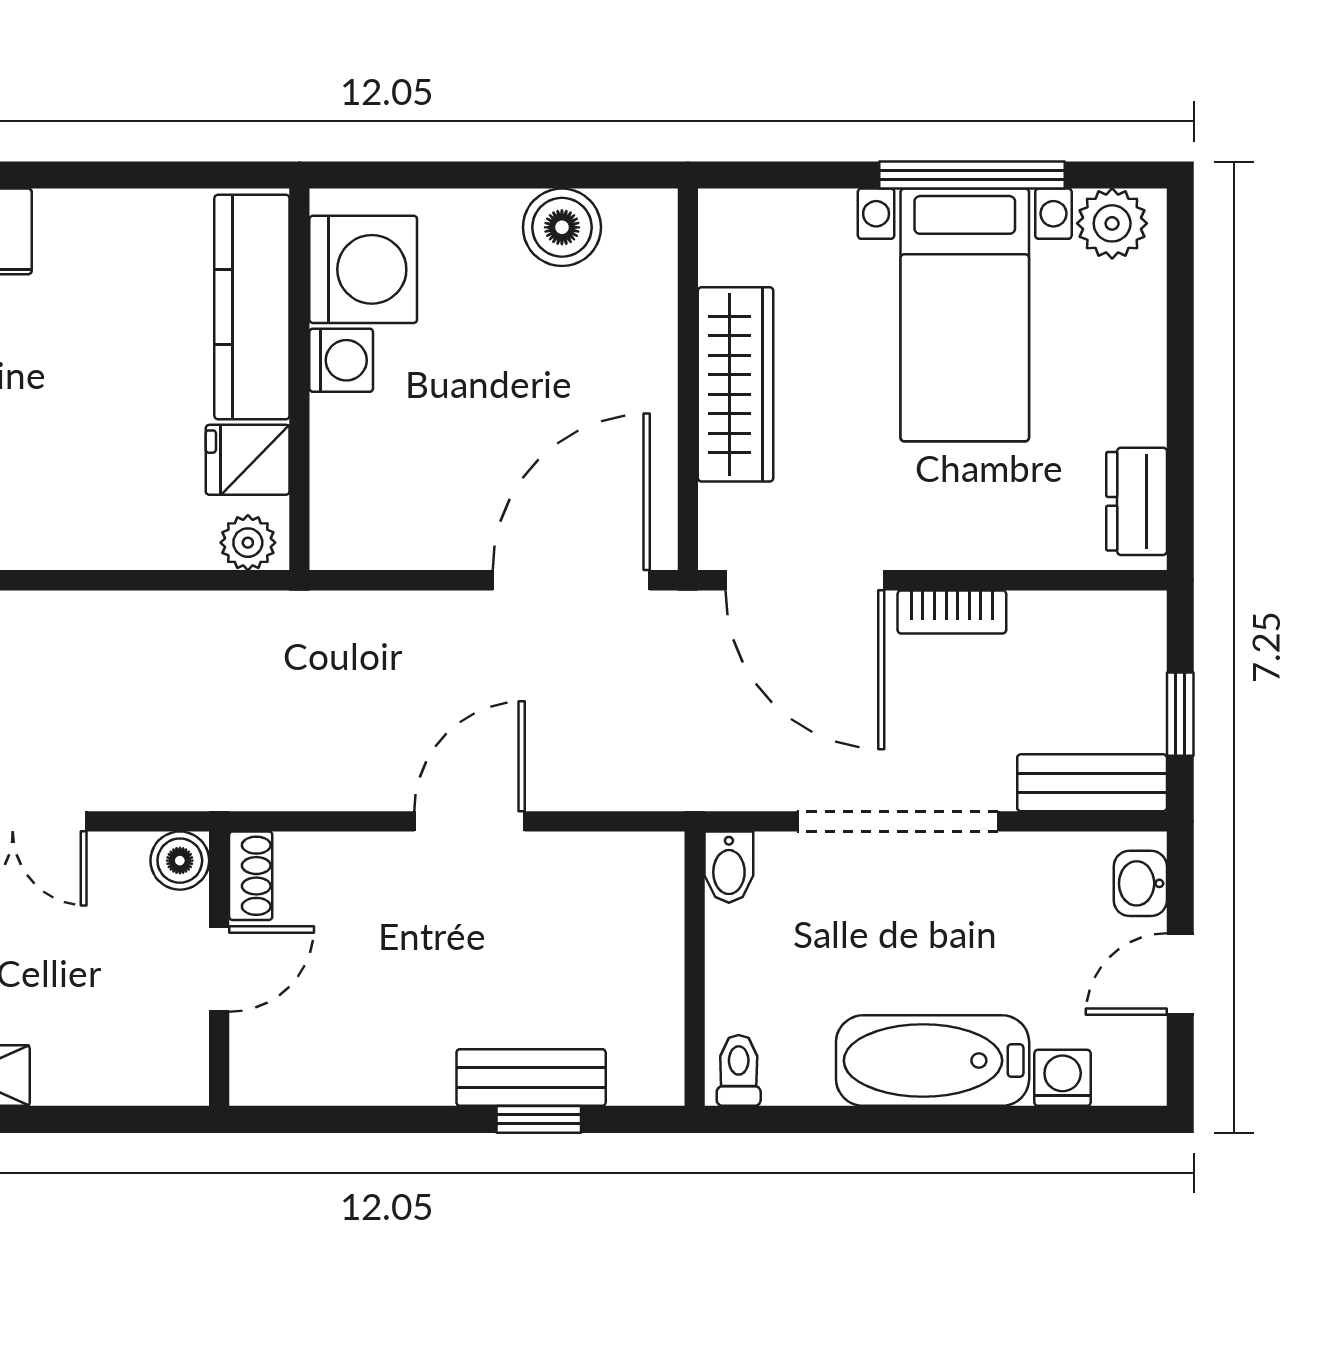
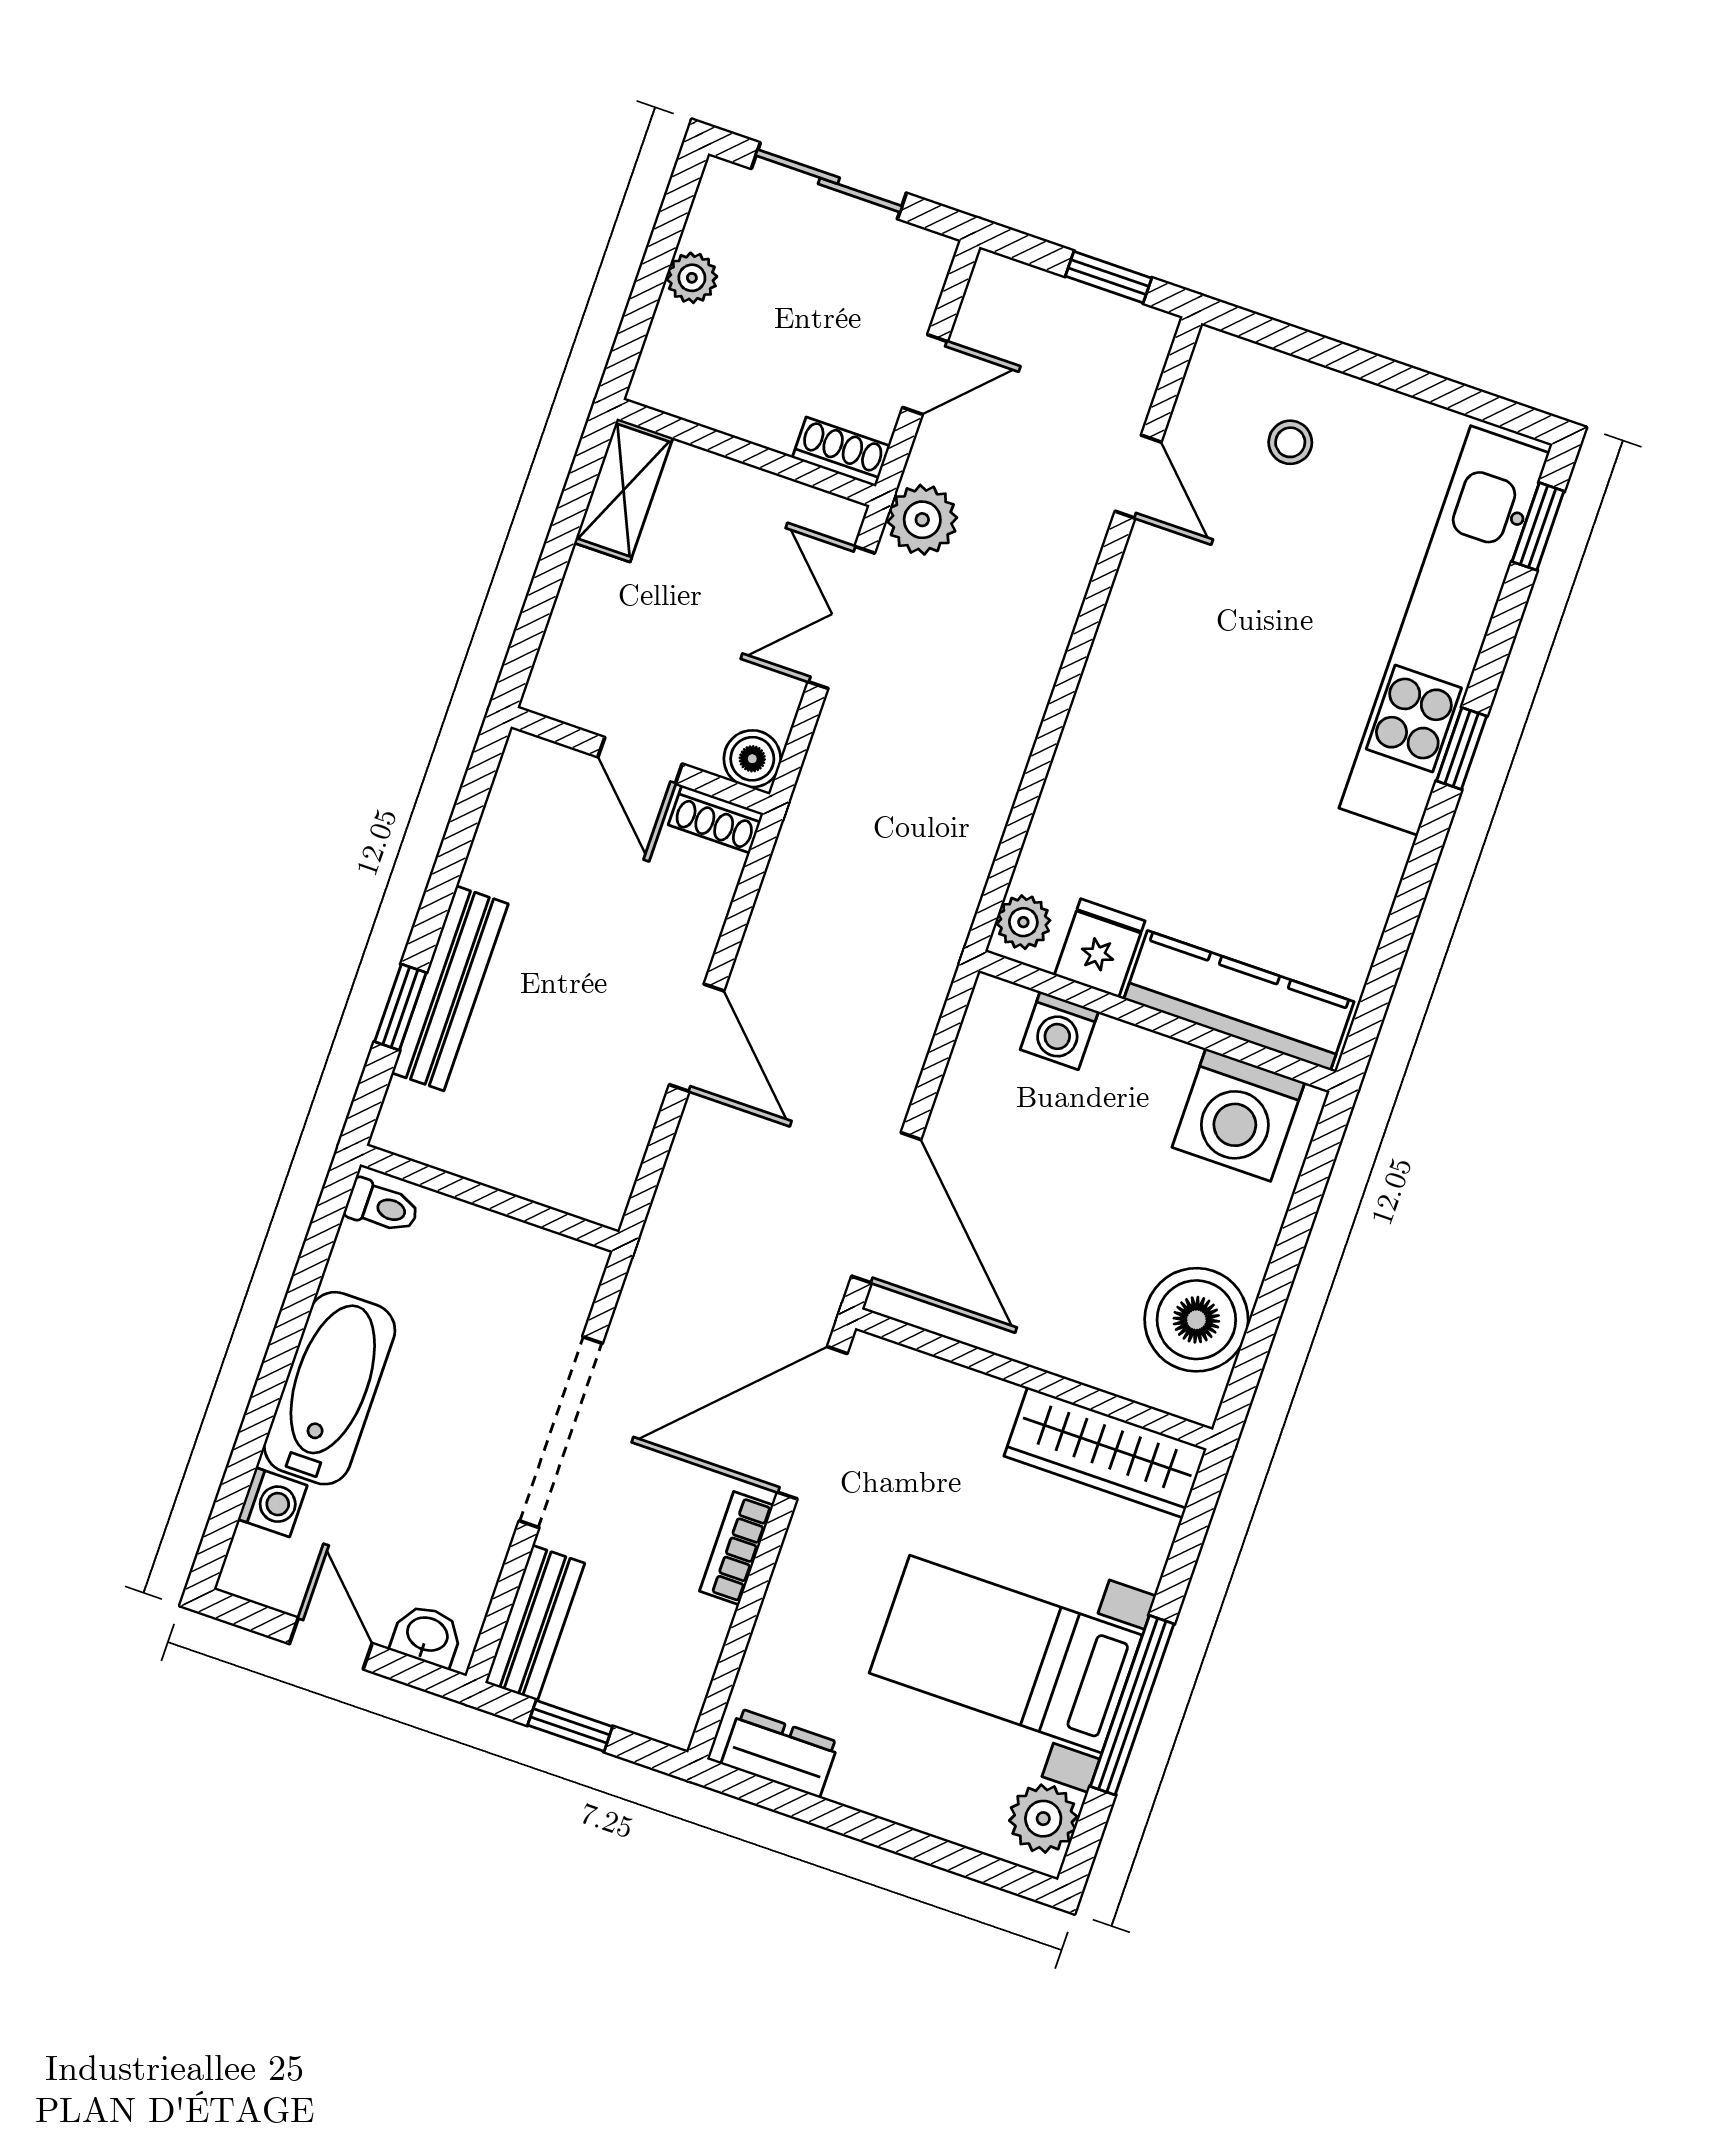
boiler: (562, 227) -> (1196, 1320), width x1.37, depth x1.37
washing machine: (341, 360) -> (1059, 1031), moved
wardrobe: (736, 384) -> (1105, 1452), moved
bidet: (729, 867) -> (572, 1262), removed
bench: (531, 1078) -> (450, 988), width x1.36

